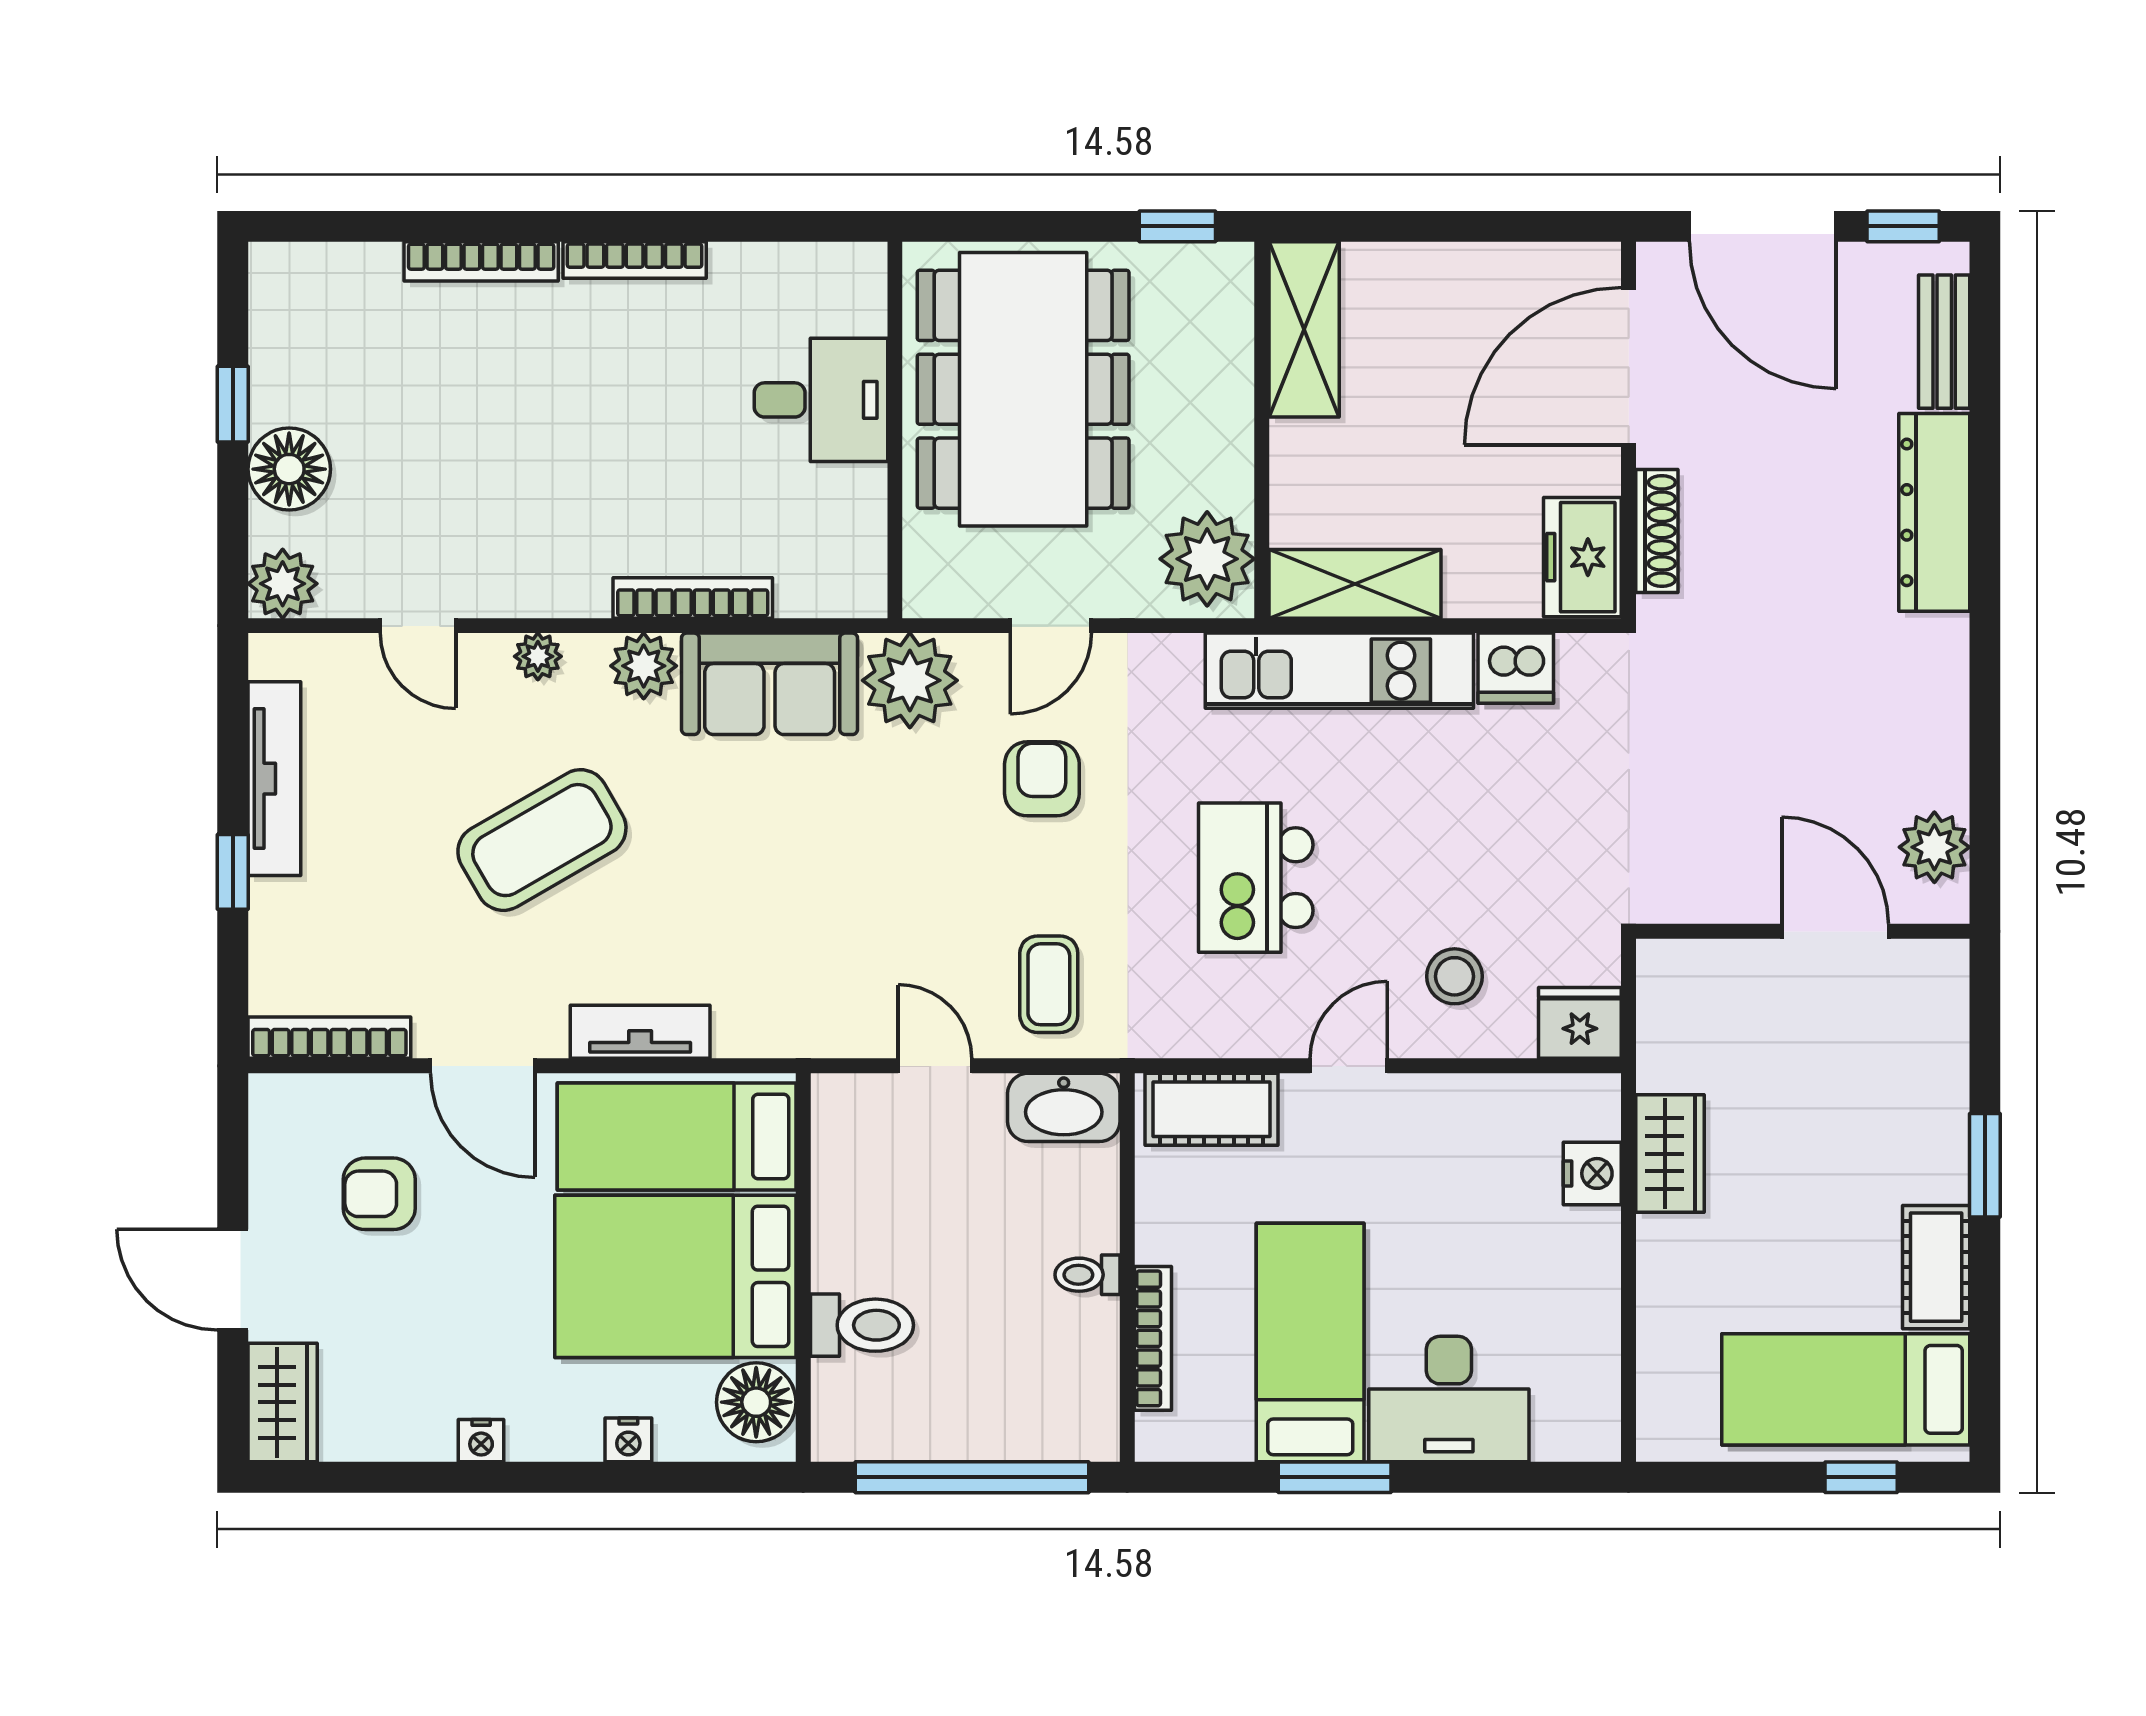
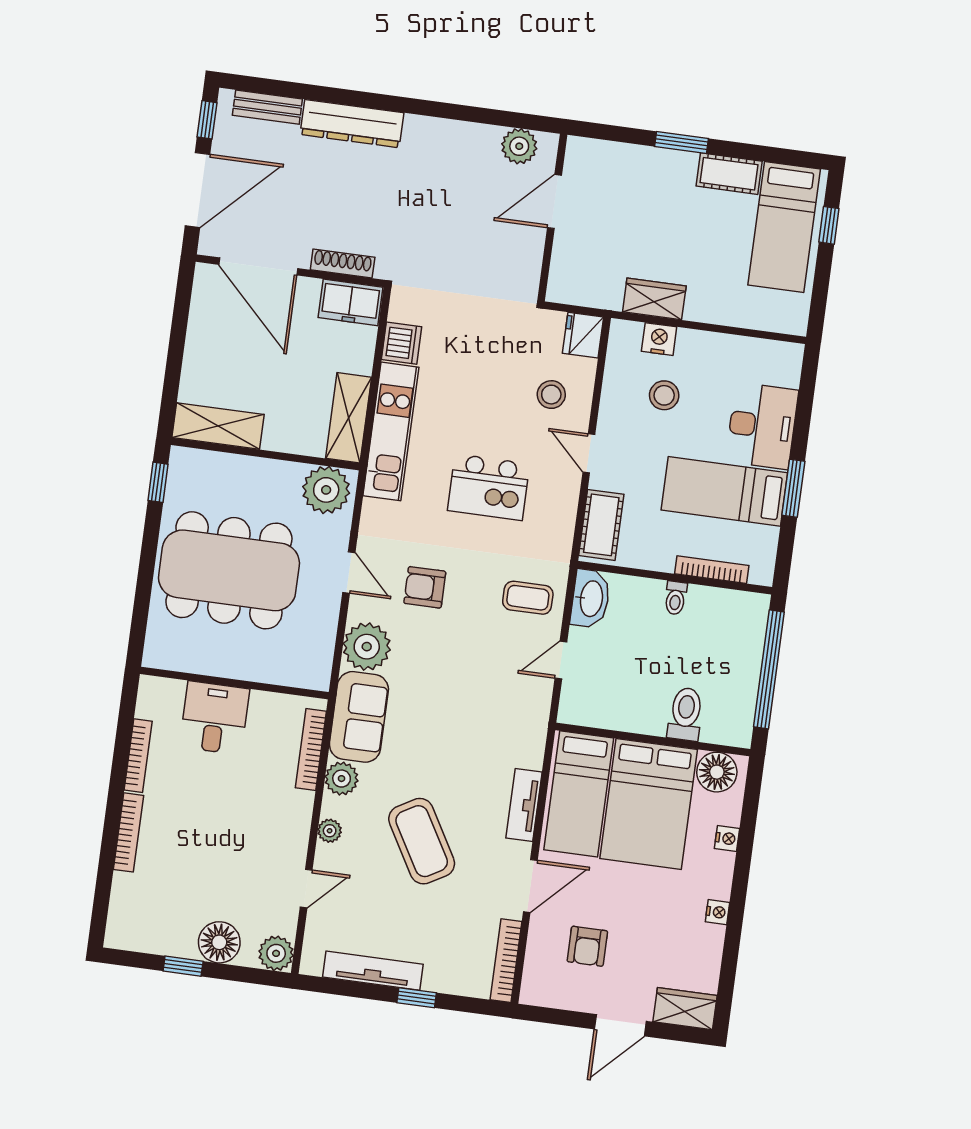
desk: (821, 400) -> (214, 718), moved
wall: (895, 430) -> (234, 683), moved
stool: (1483, 1198) -> (664, 395), added

